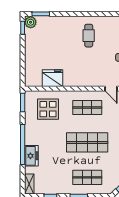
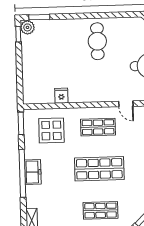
cafe table: (89, 36) -> (97, 41), width x1.37, depth x1.35
fridge: (52, 78) -> (61, 96), width x0.53, depth x0.75
freezer: (31, 156) -> (33, 172), moved

